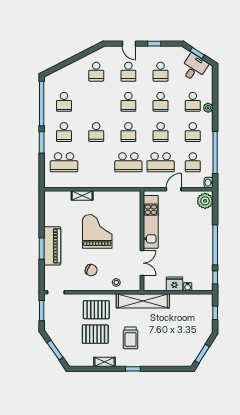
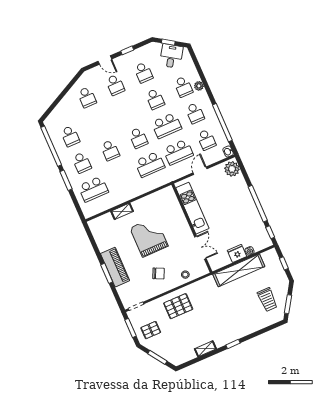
school desk: (128, 102) -> (127, 111), removed
school desk: (161, 132) -> (167, 126), width x1.85
shelving: (143, 301) -> (239, 270), moved
pallet: (95, 334) -> (151, 330), moved, width x0.67, depth x0.71
trolley: (131, 338) -> (267, 300), moved

